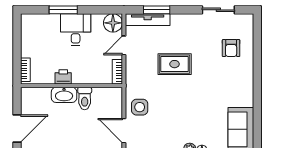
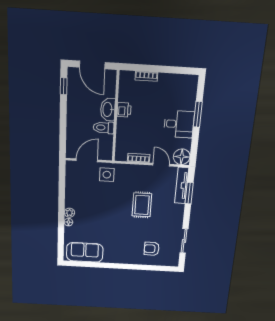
printer: (63, 77) -> (124, 110), moved
wall: (72, 86) -> (116, 117), moved
washbasin: (64, 95) -> (108, 109), moved
toilet: (85, 99) -> (104, 128), moved

